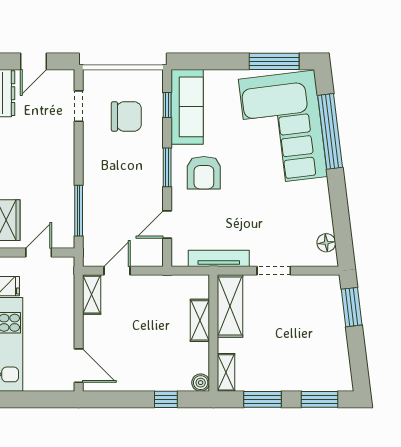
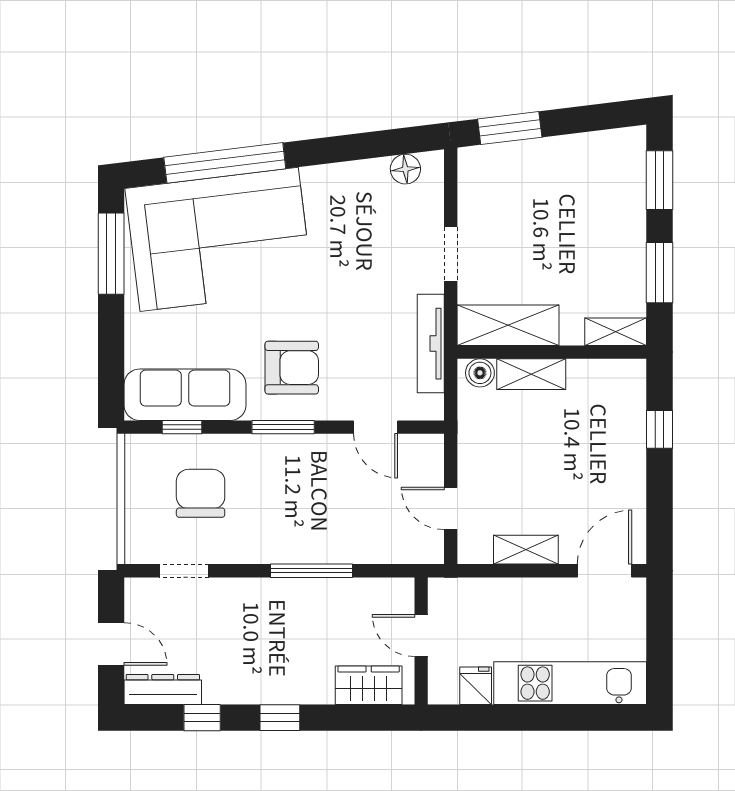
window: (79, 211) -> (312, 571), moved
shelving: (92, 295) -> (526, 550), moved
boiler: (201, 383) -> (480, 373), moved

